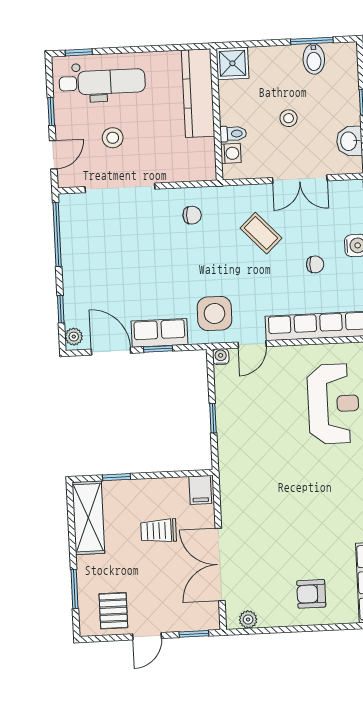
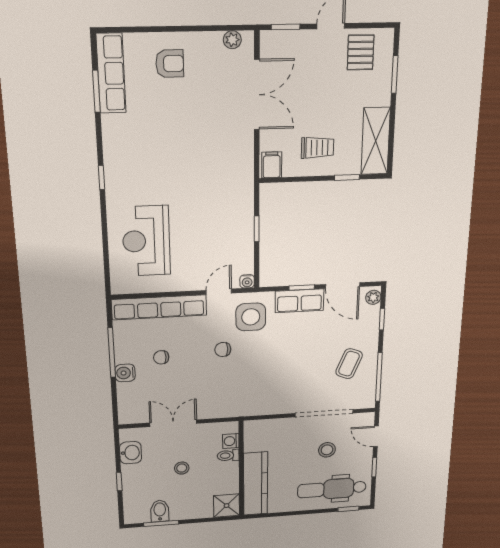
door: (53, 155) -> (376, 436), hinge flipped
chair: (192, 215) -> (223, 350), moved
coffee table: (261, 233) -> (349, 364), moved, turned 65
trolley: (159, 531) -> (318, 148), moved

